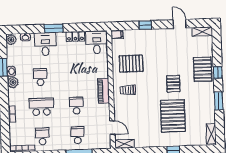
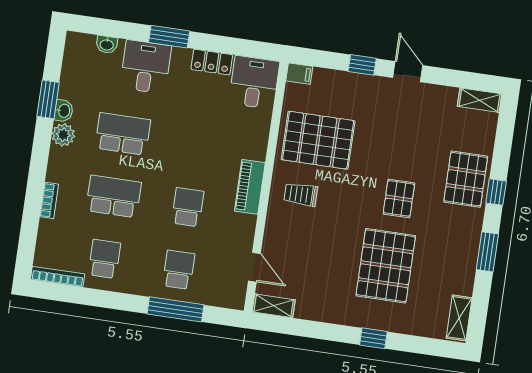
door: (180, 24) -> (408, 72), moved
plant: (11, 40) -> (76, 44), removed
pallet: (131, 64) -> (318, 140), width x1.37, depth x1.41
school desk: (40, 77) -> (123, 134), width x1.85

